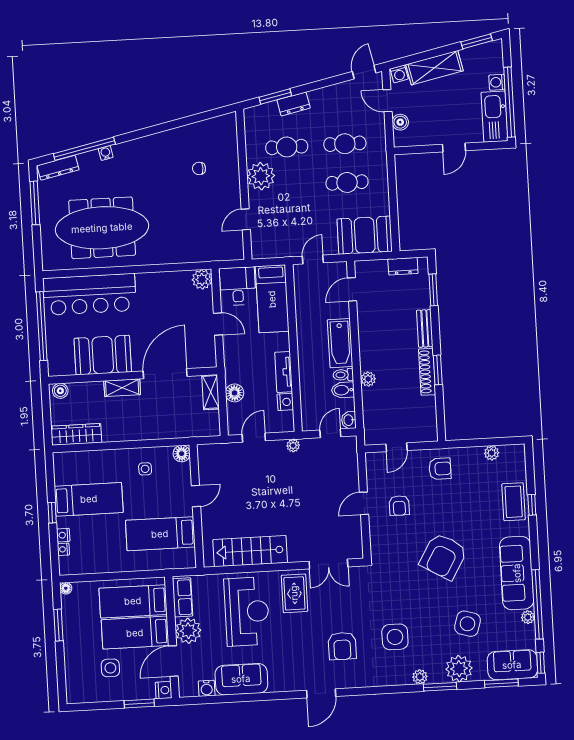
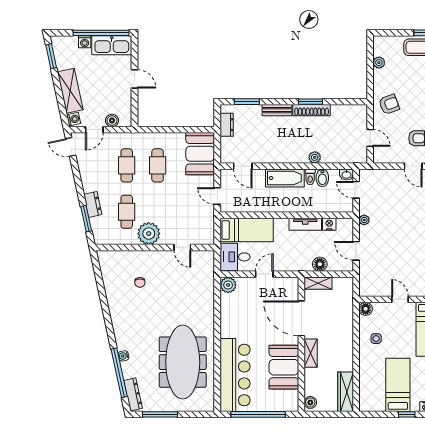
armchair: (440, 469) -> (389, 104), turned 70

